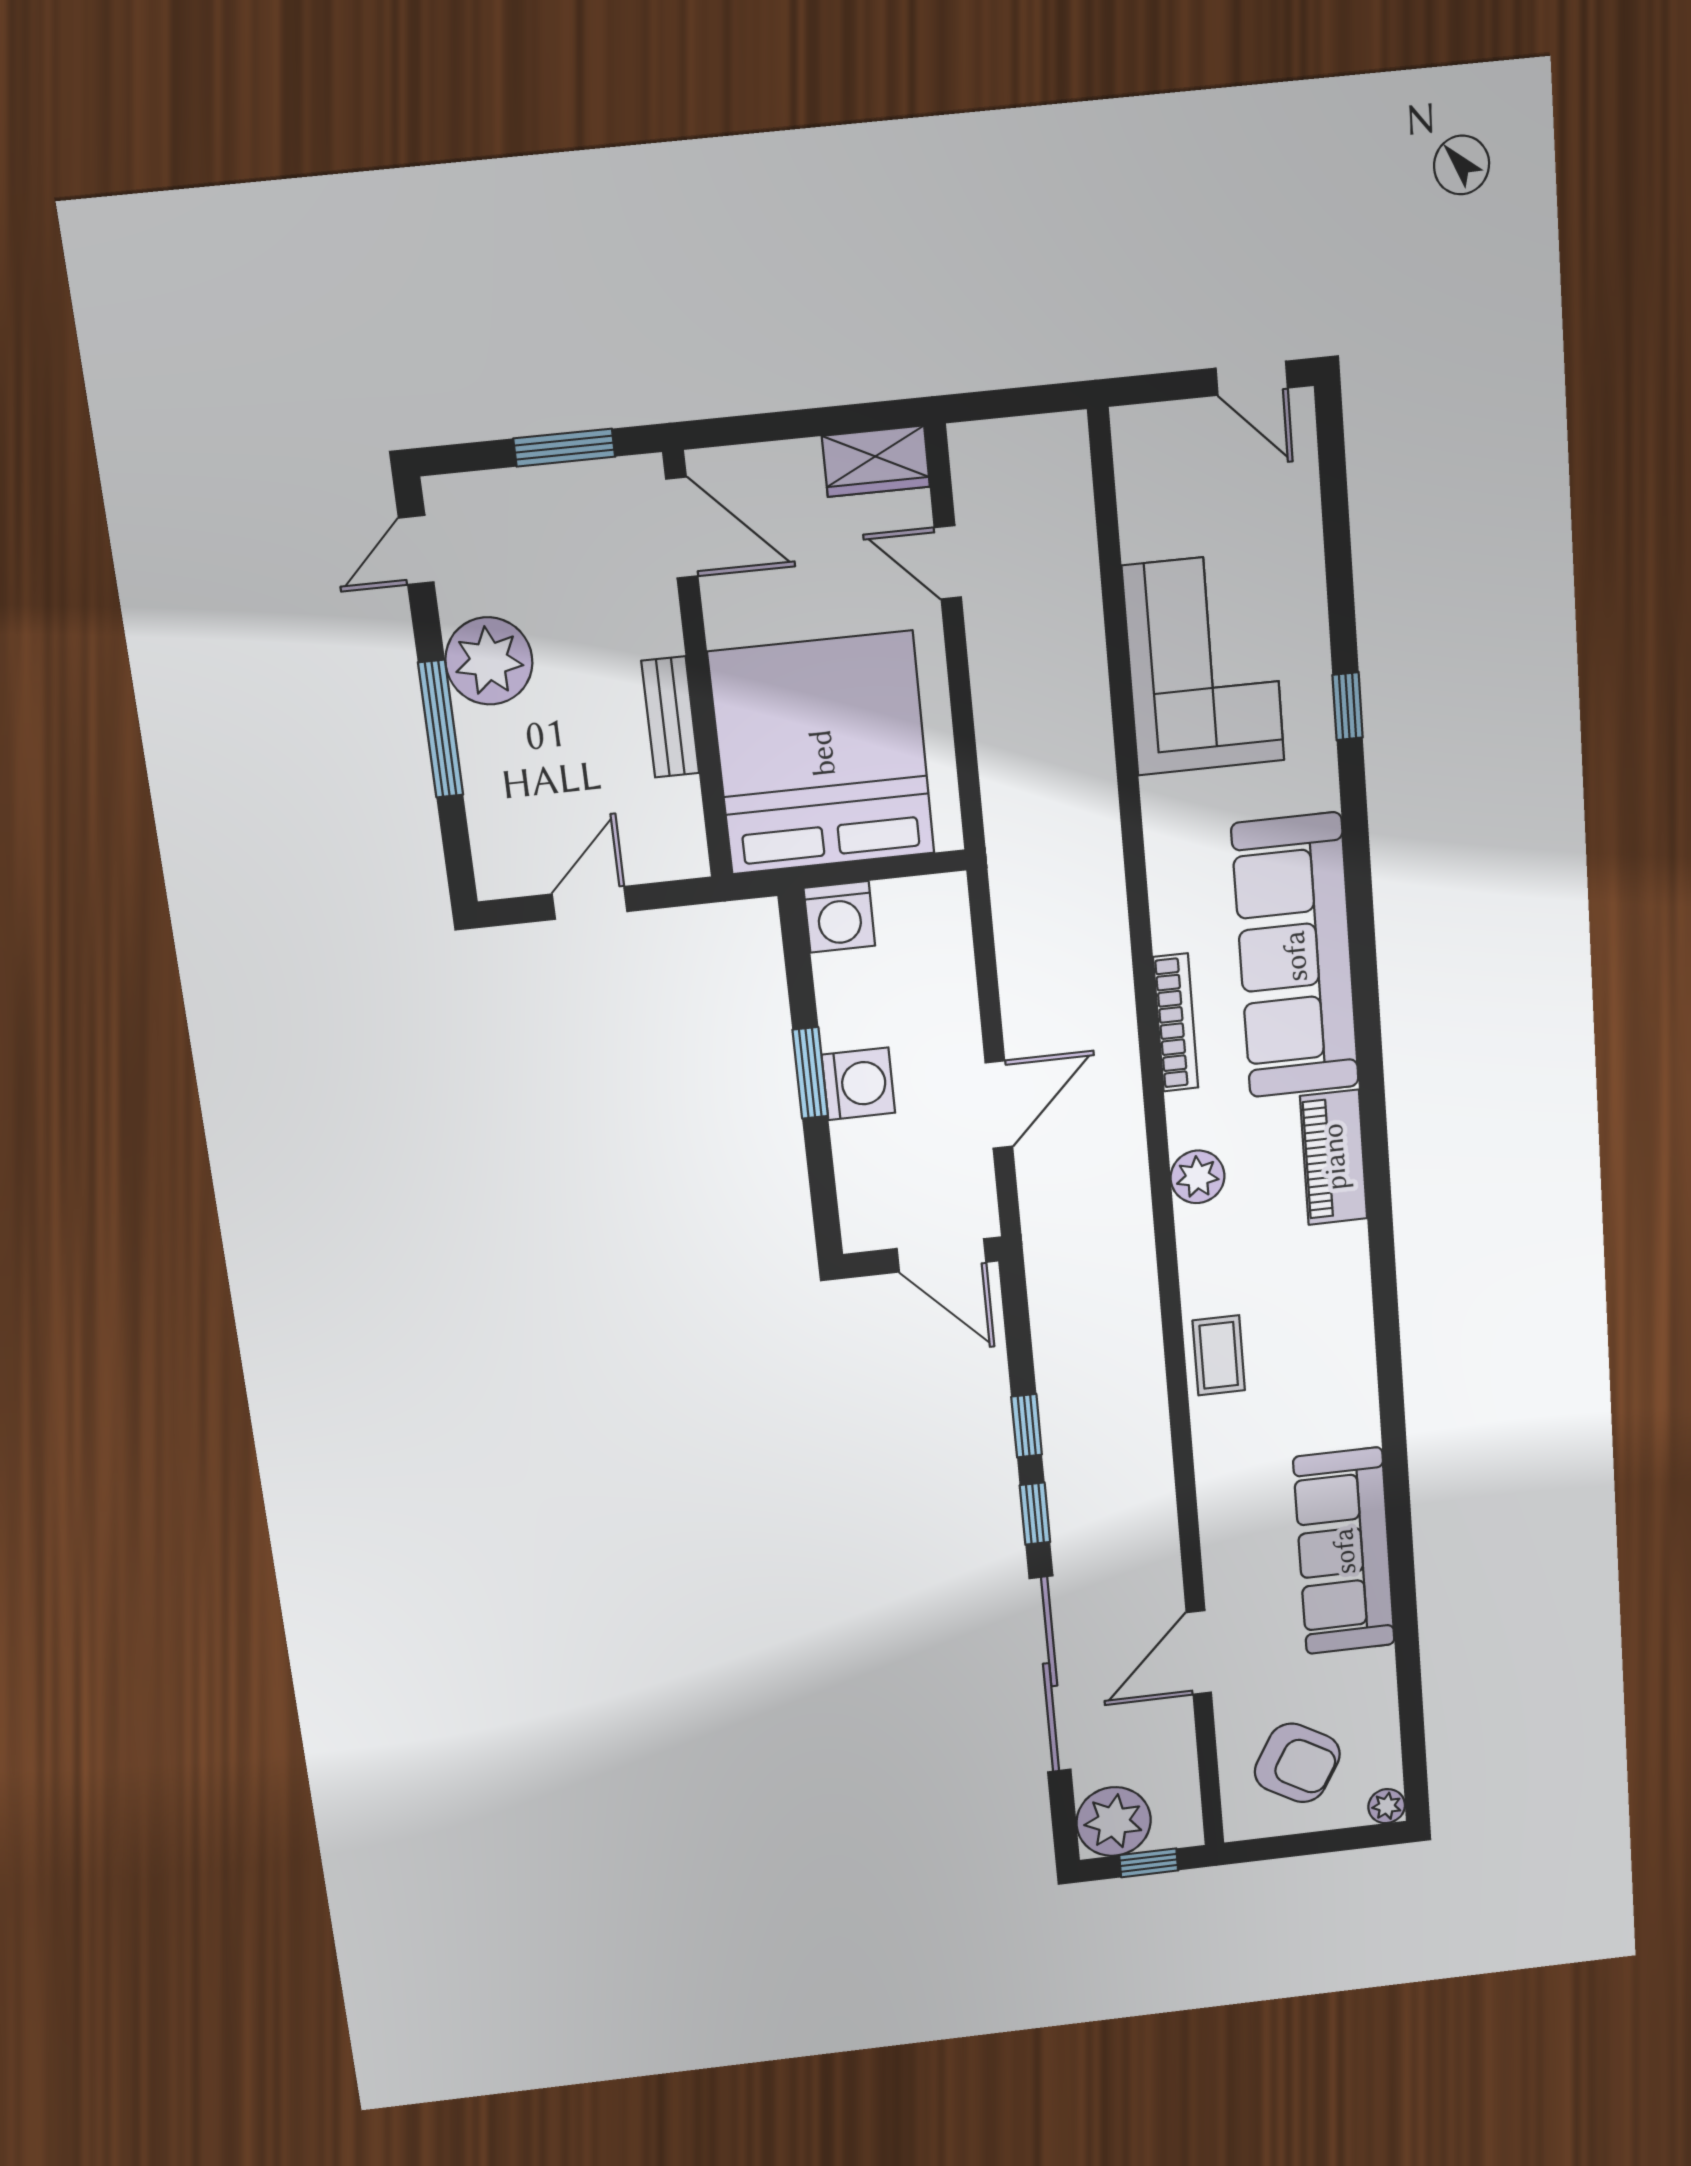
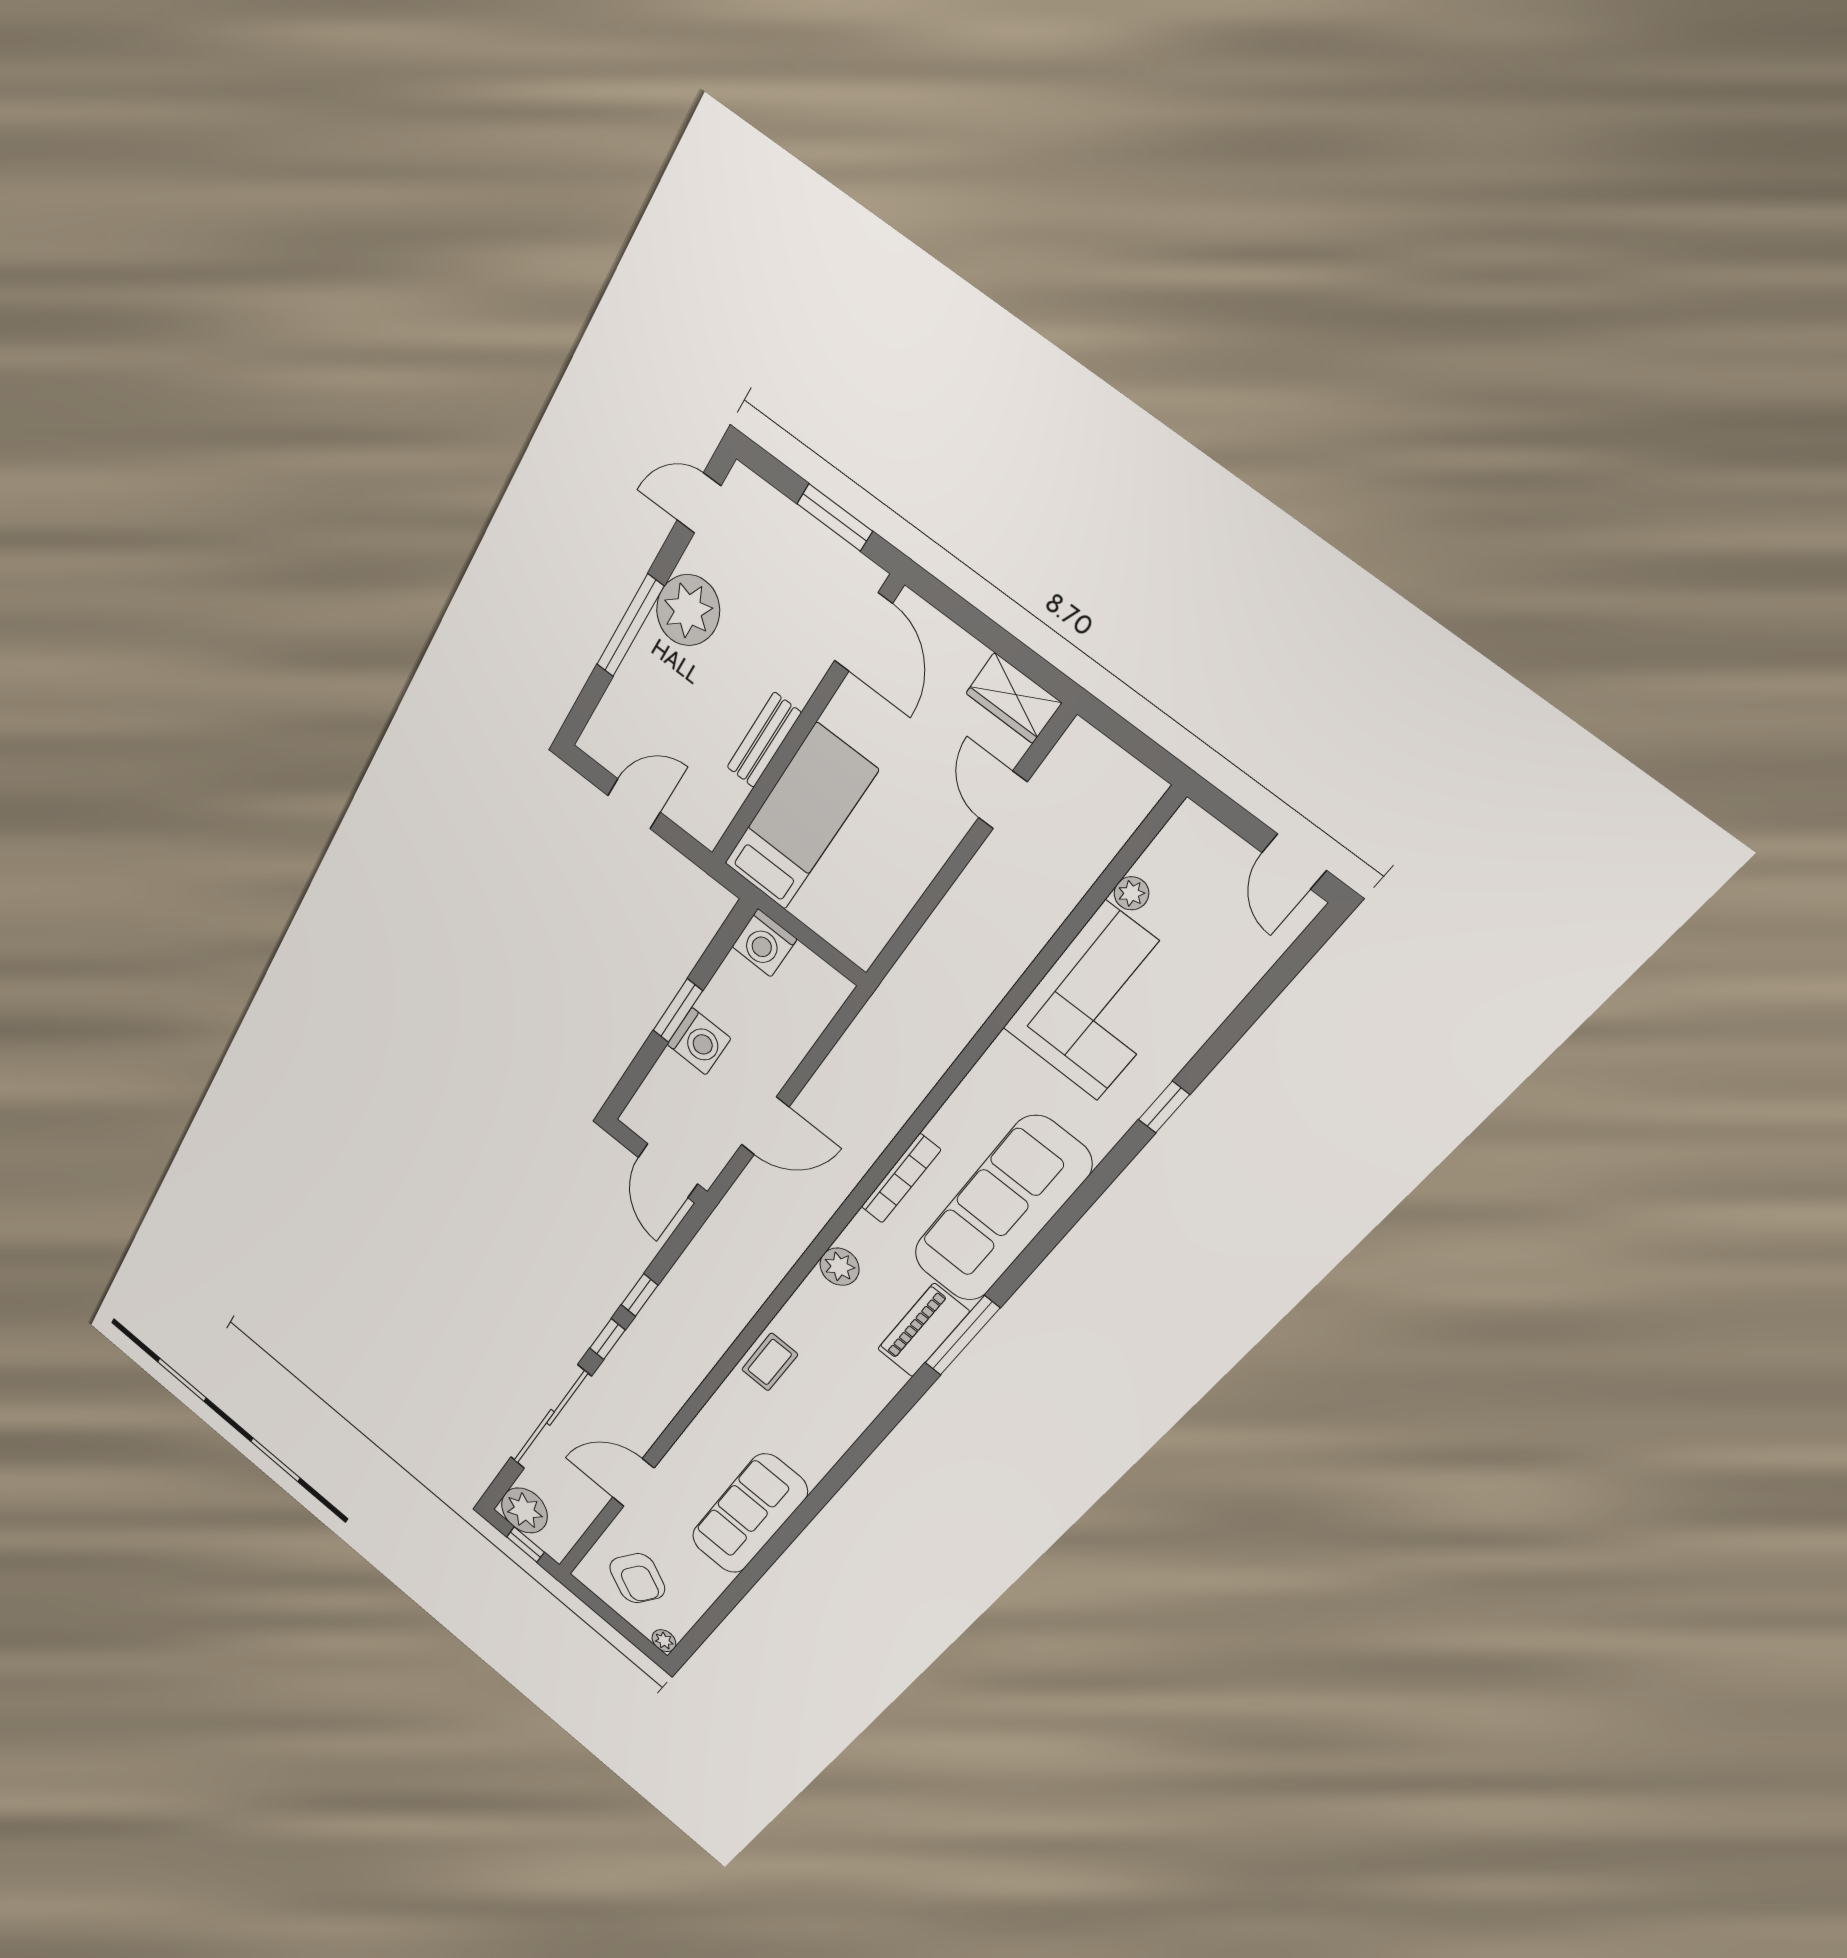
plant: (1140, 538) -> (1131, 893), added
bed: (822, 753) -> (800, 817), width x0.49
window: (1374, 1123) -> (962, 1336), added

